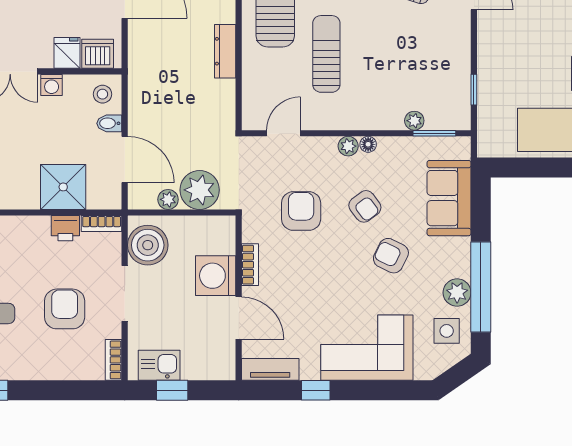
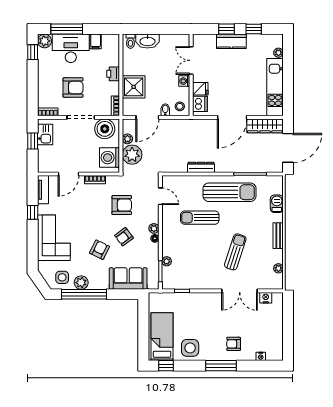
sun lounger: (326, 54) -> (200, 218), turned 180
printer: (65, 228) -> (113, 74), moved
washing machine: (216, 276) -> (110, 158), moved, turned -90

